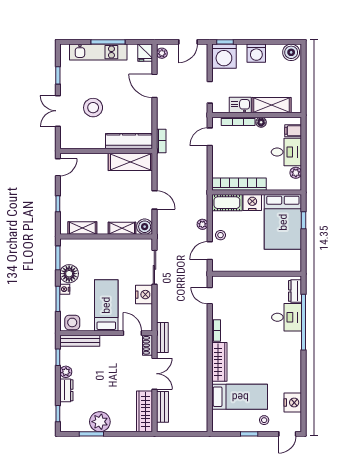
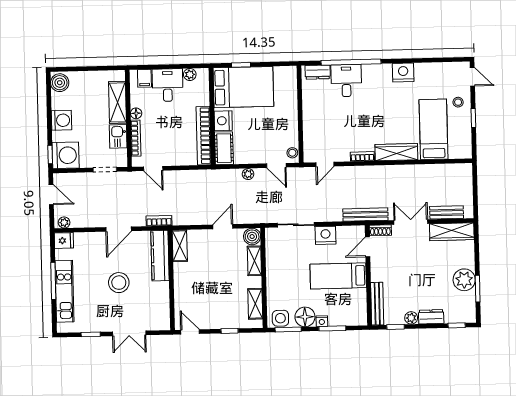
door: (154, 86) -> (119, 229), moved
stool: (93, 108) -> (119, 283), moved
shelving: (130, 162) -> (180, 246), width x0.67, depth x0.75
stool: (221, 235) -> (292, 153), moved
side table: (72, 322) -> (280, 318), moved
bench: (162, 337) -> (365, 215), width x1.36
nightstand: (293, 402) -> (403, 73), moved

